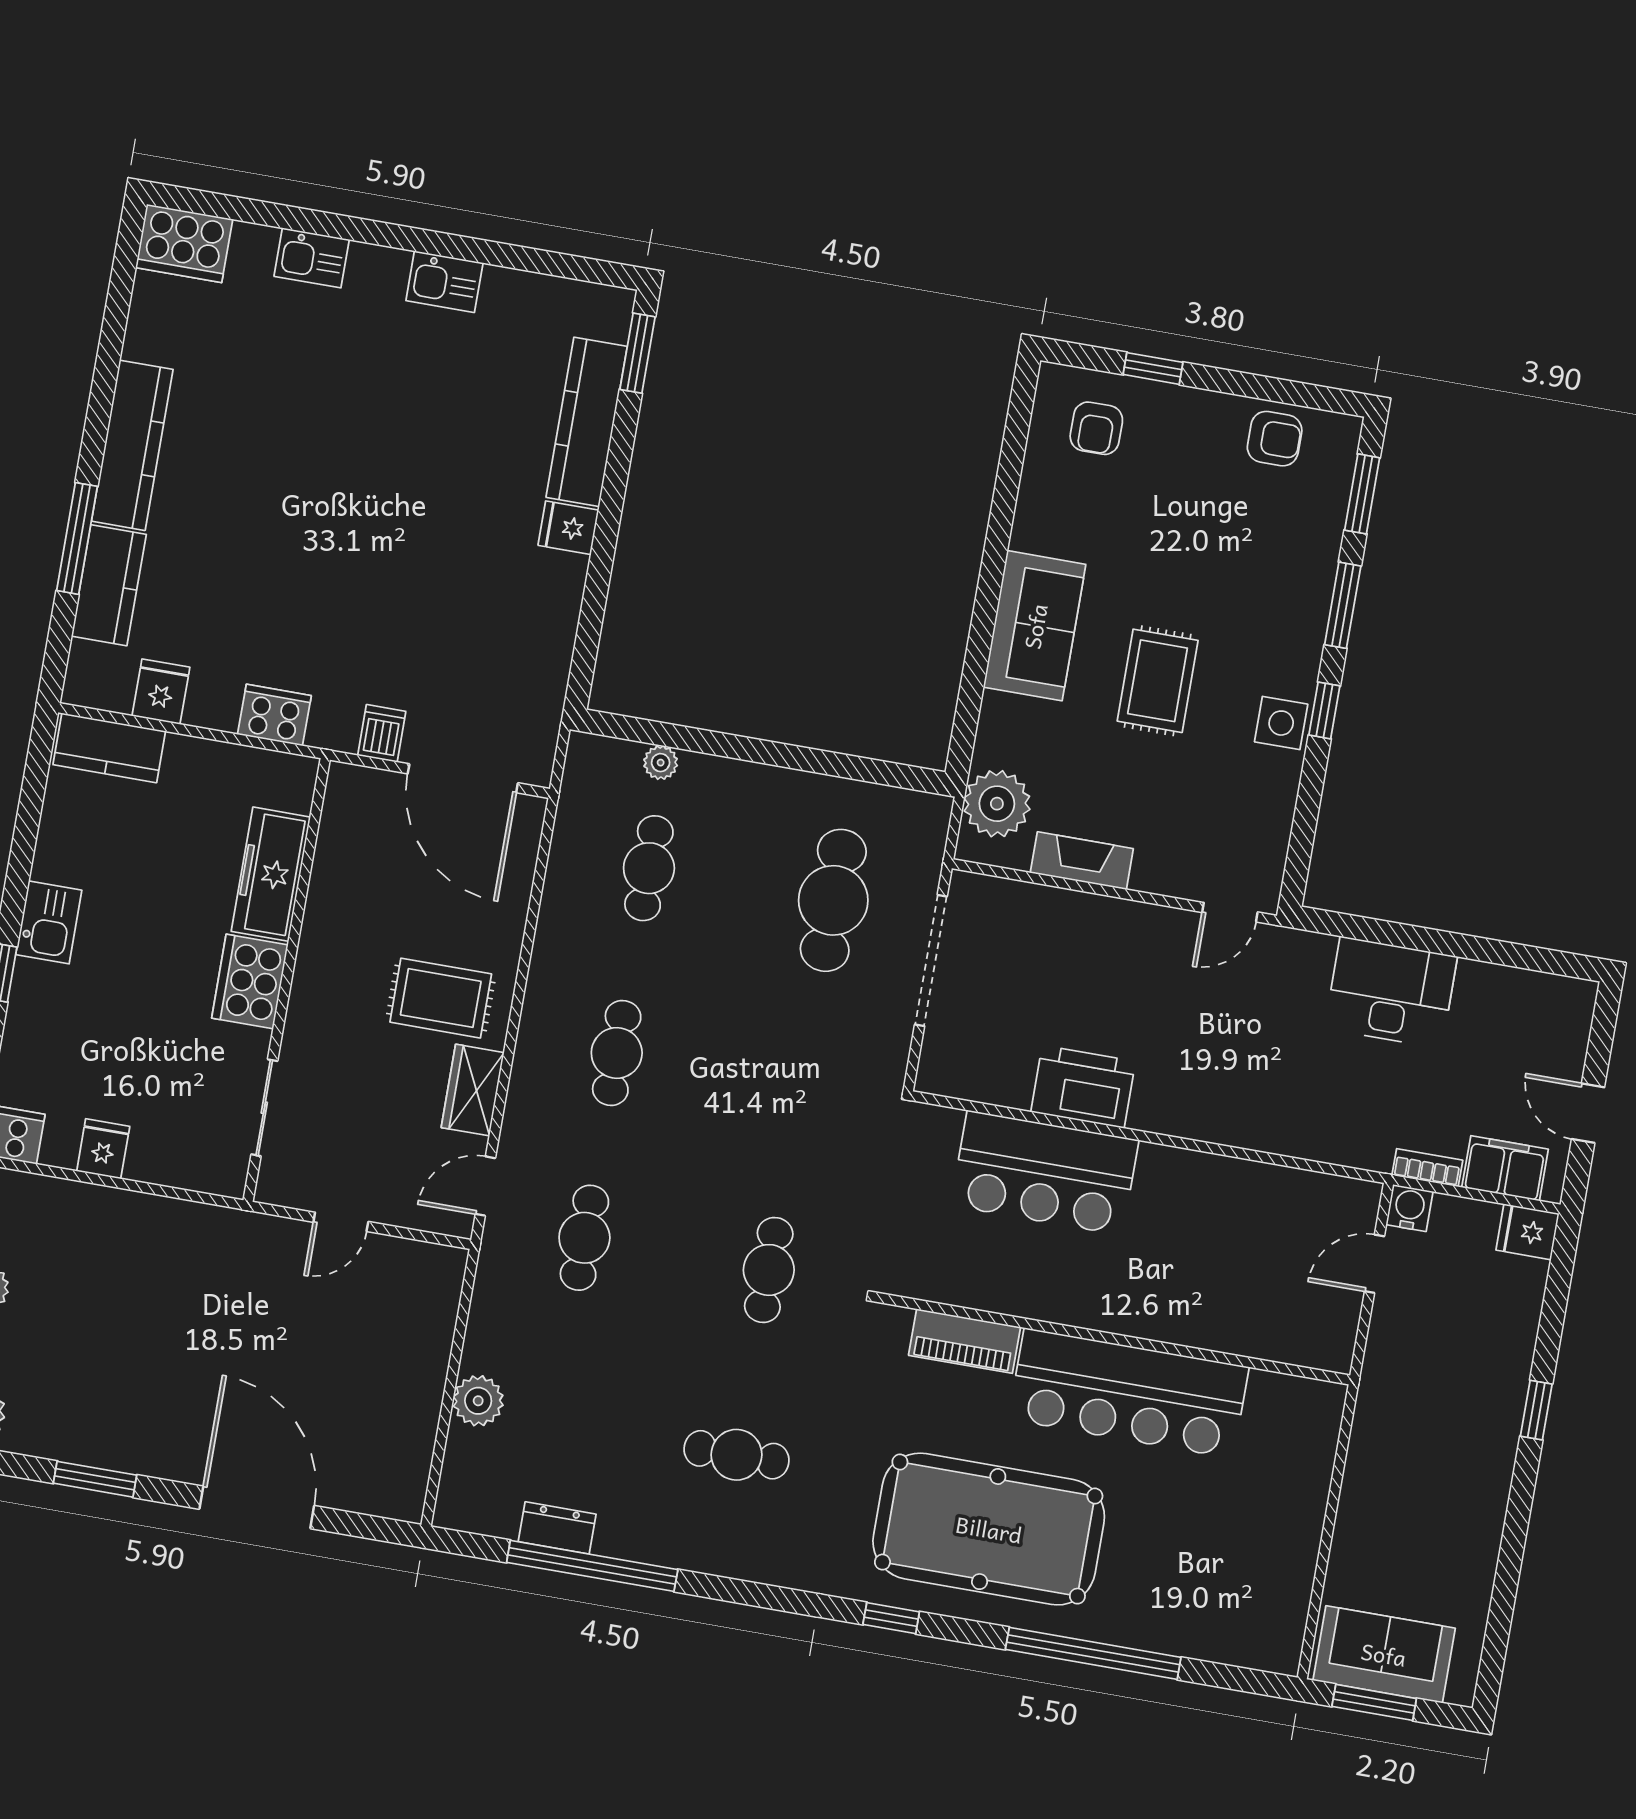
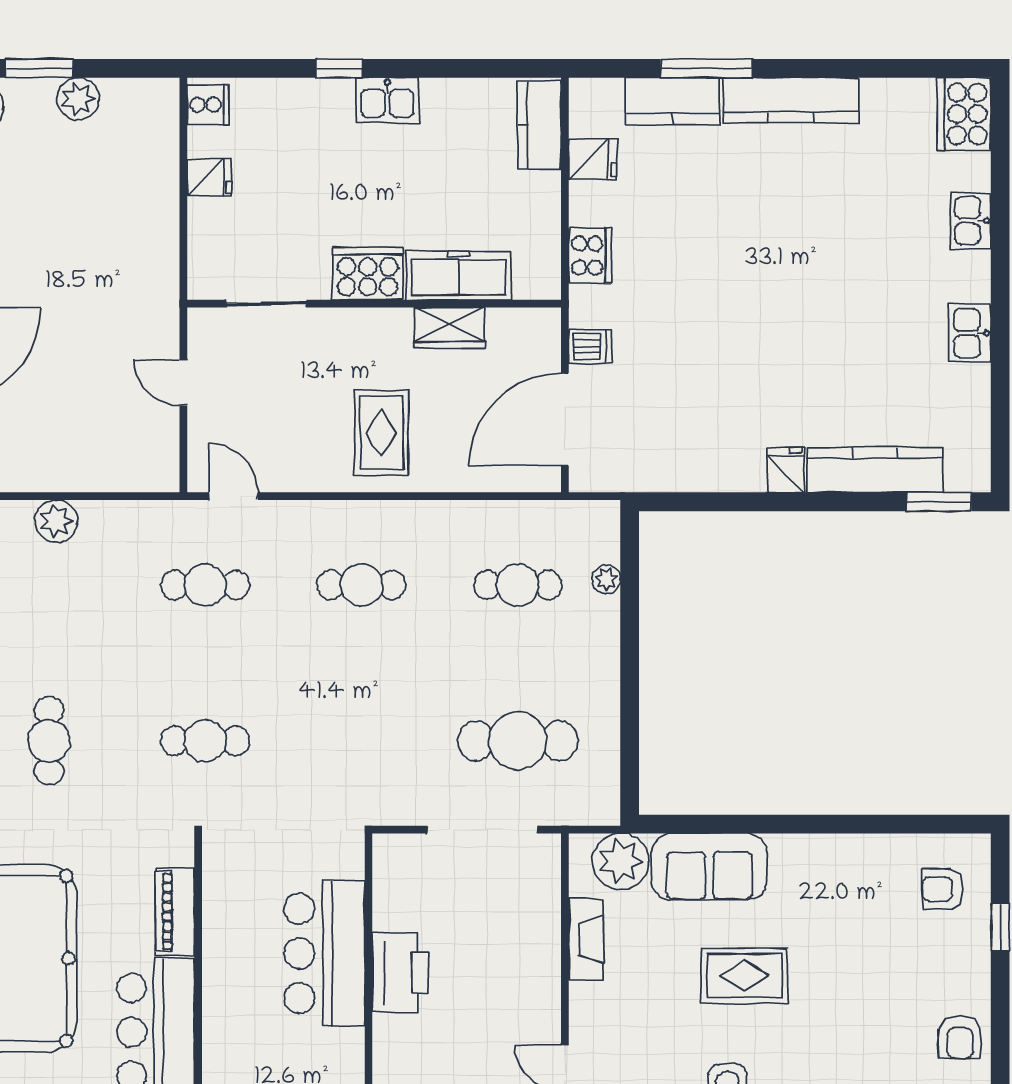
sofa: (1035, 626) -> (709, 867), moved
wardrobe: (473, 1090) -> (450, 328), moved, turned 180

